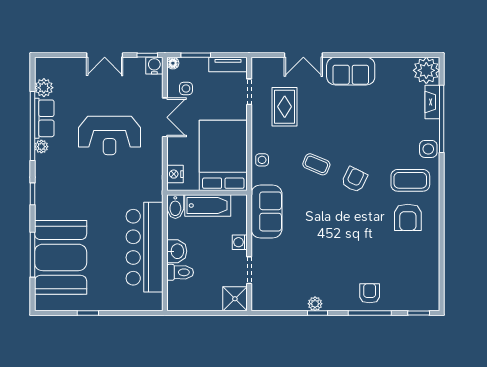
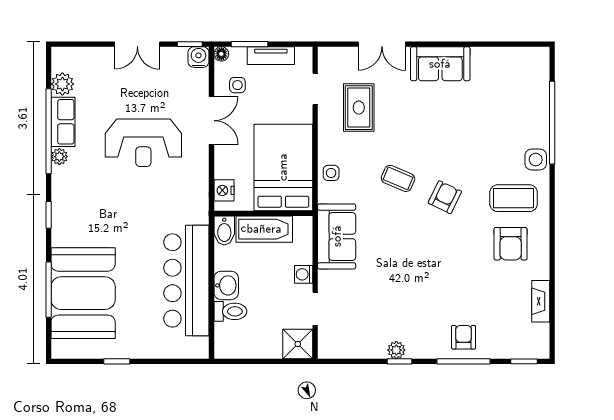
tv unit: (228, 65) -> (271, 56), moved
plant: (426, 70) -> (533, 63), removed
fireplace: (432, 102) -> (541, 301), moved

